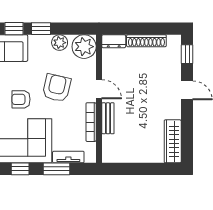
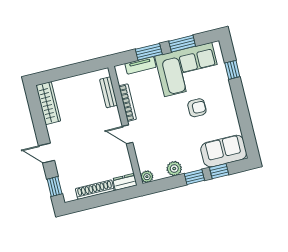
plant: (84, 47) -> (147, 177), width x0.53, depth x0.53
armchair: (57, 88) -> (167, 126), removed
bench: (108, 118) -> (109, 92), moved
window: (20, 169) -> (182, 44), width x1.50

